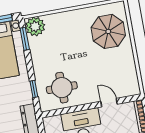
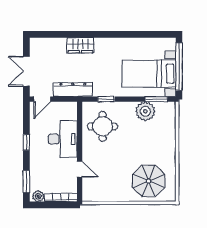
plant: (35, 27) -> (145, 111), moved
door: (109, 103) -> (80, 169), hinge flipped

